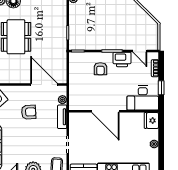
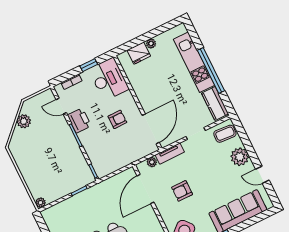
plant: (142, 16) -> (24, 121), added
door: (140, 51) -> (61, 106), swing flipped
armchair: (100, 69) -> (117, 119), moved
door: (105, 111) -> (151, 129), moved
armchair: (29, 112) -> (182, 191), turned -87
fridge: (151, 120) -> (139, 53), moved

